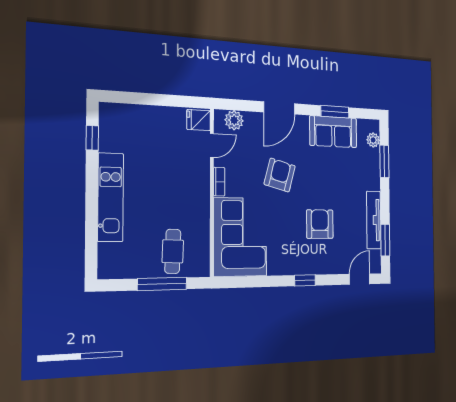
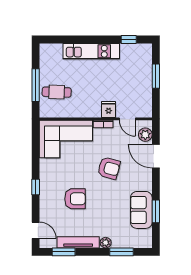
window: (149, 99) -> (156, 76), added
door: (279, 108) -> (156, 156), moved
fridge: (199, 120) -> (109, 109), moved
plant: (373, 140) -> (106, 243), moved

